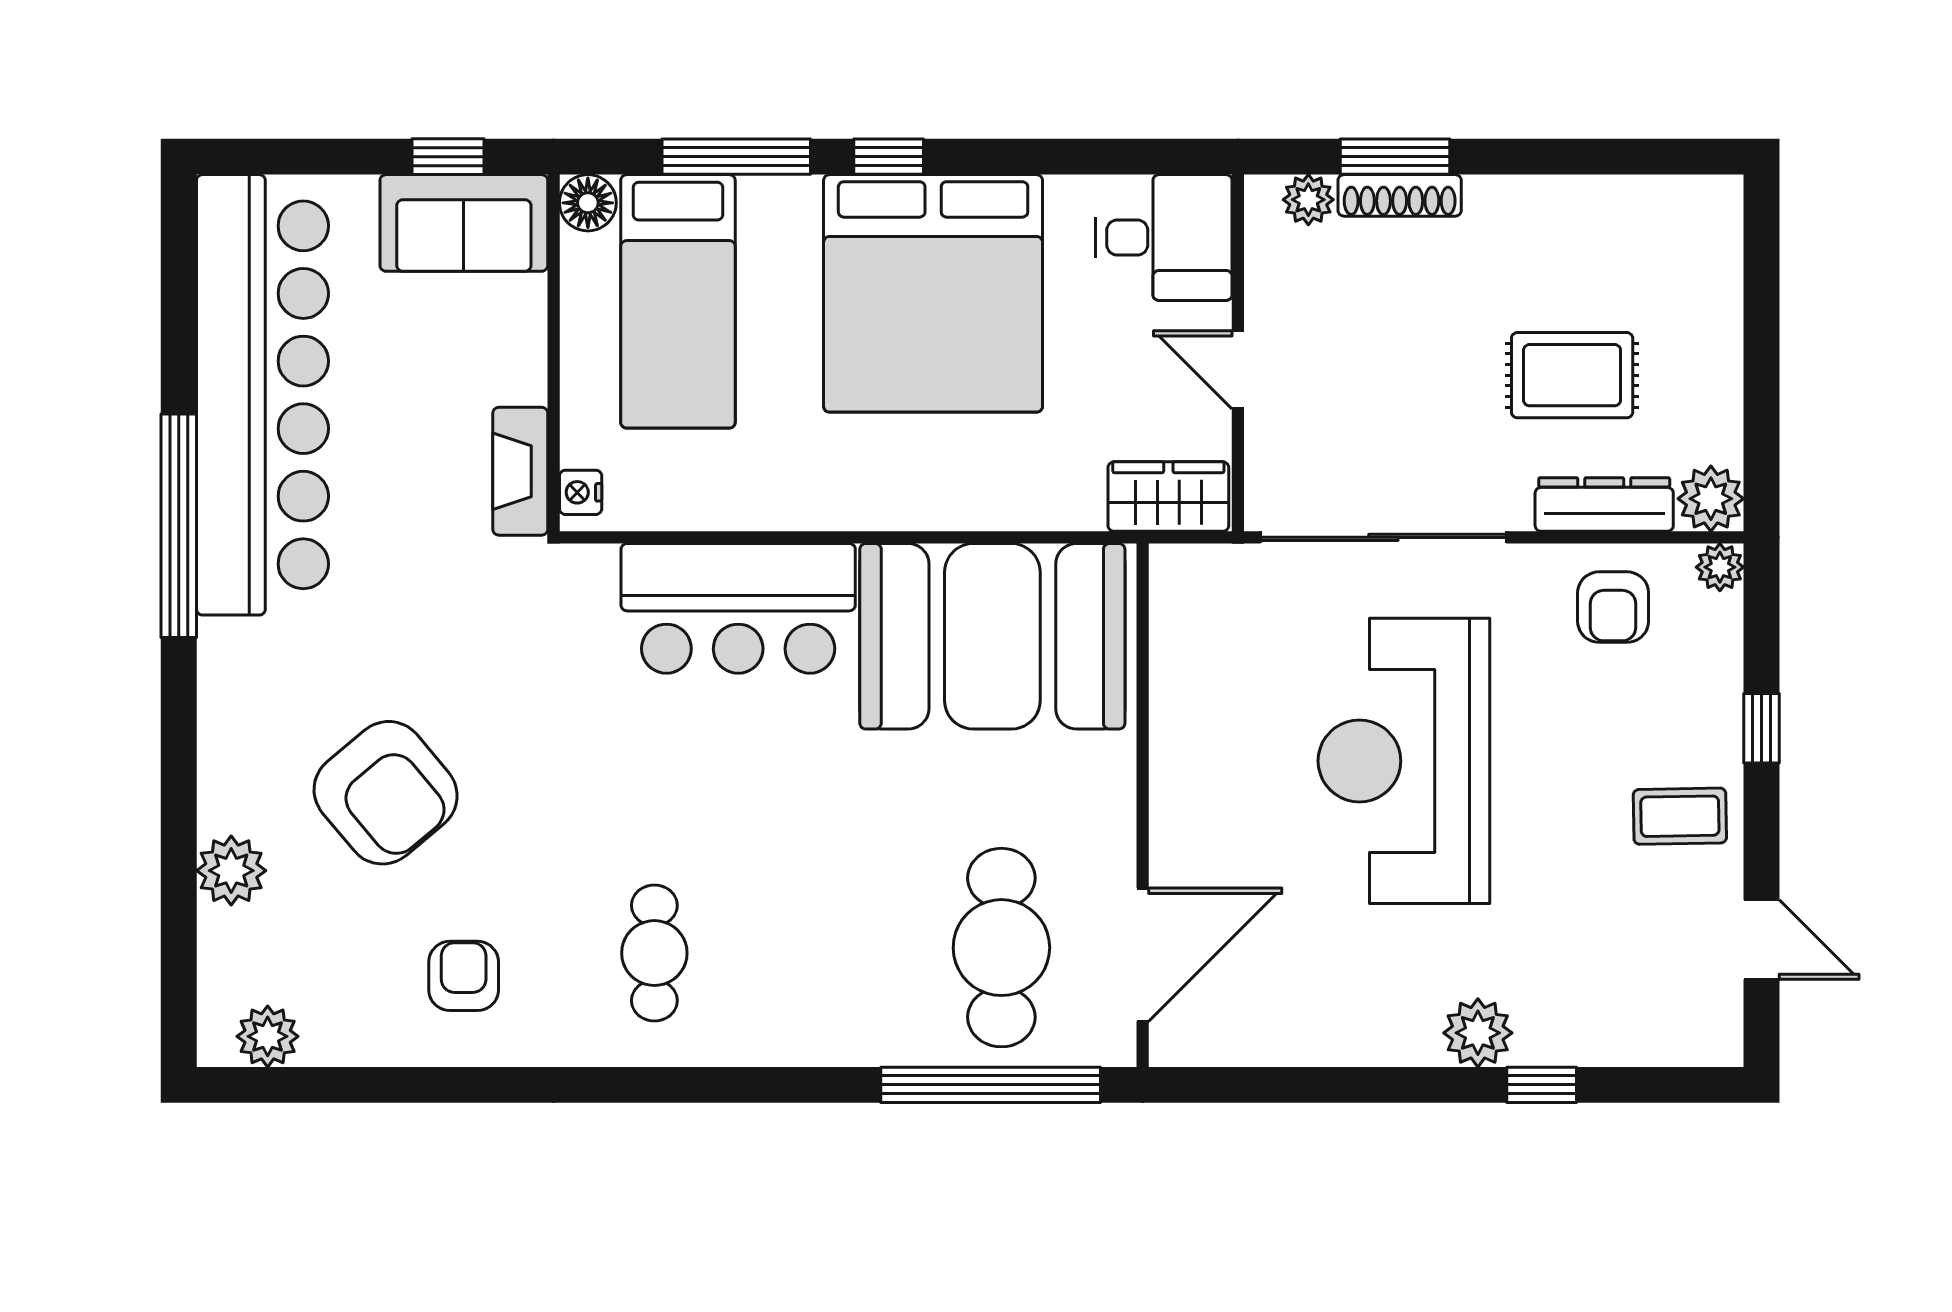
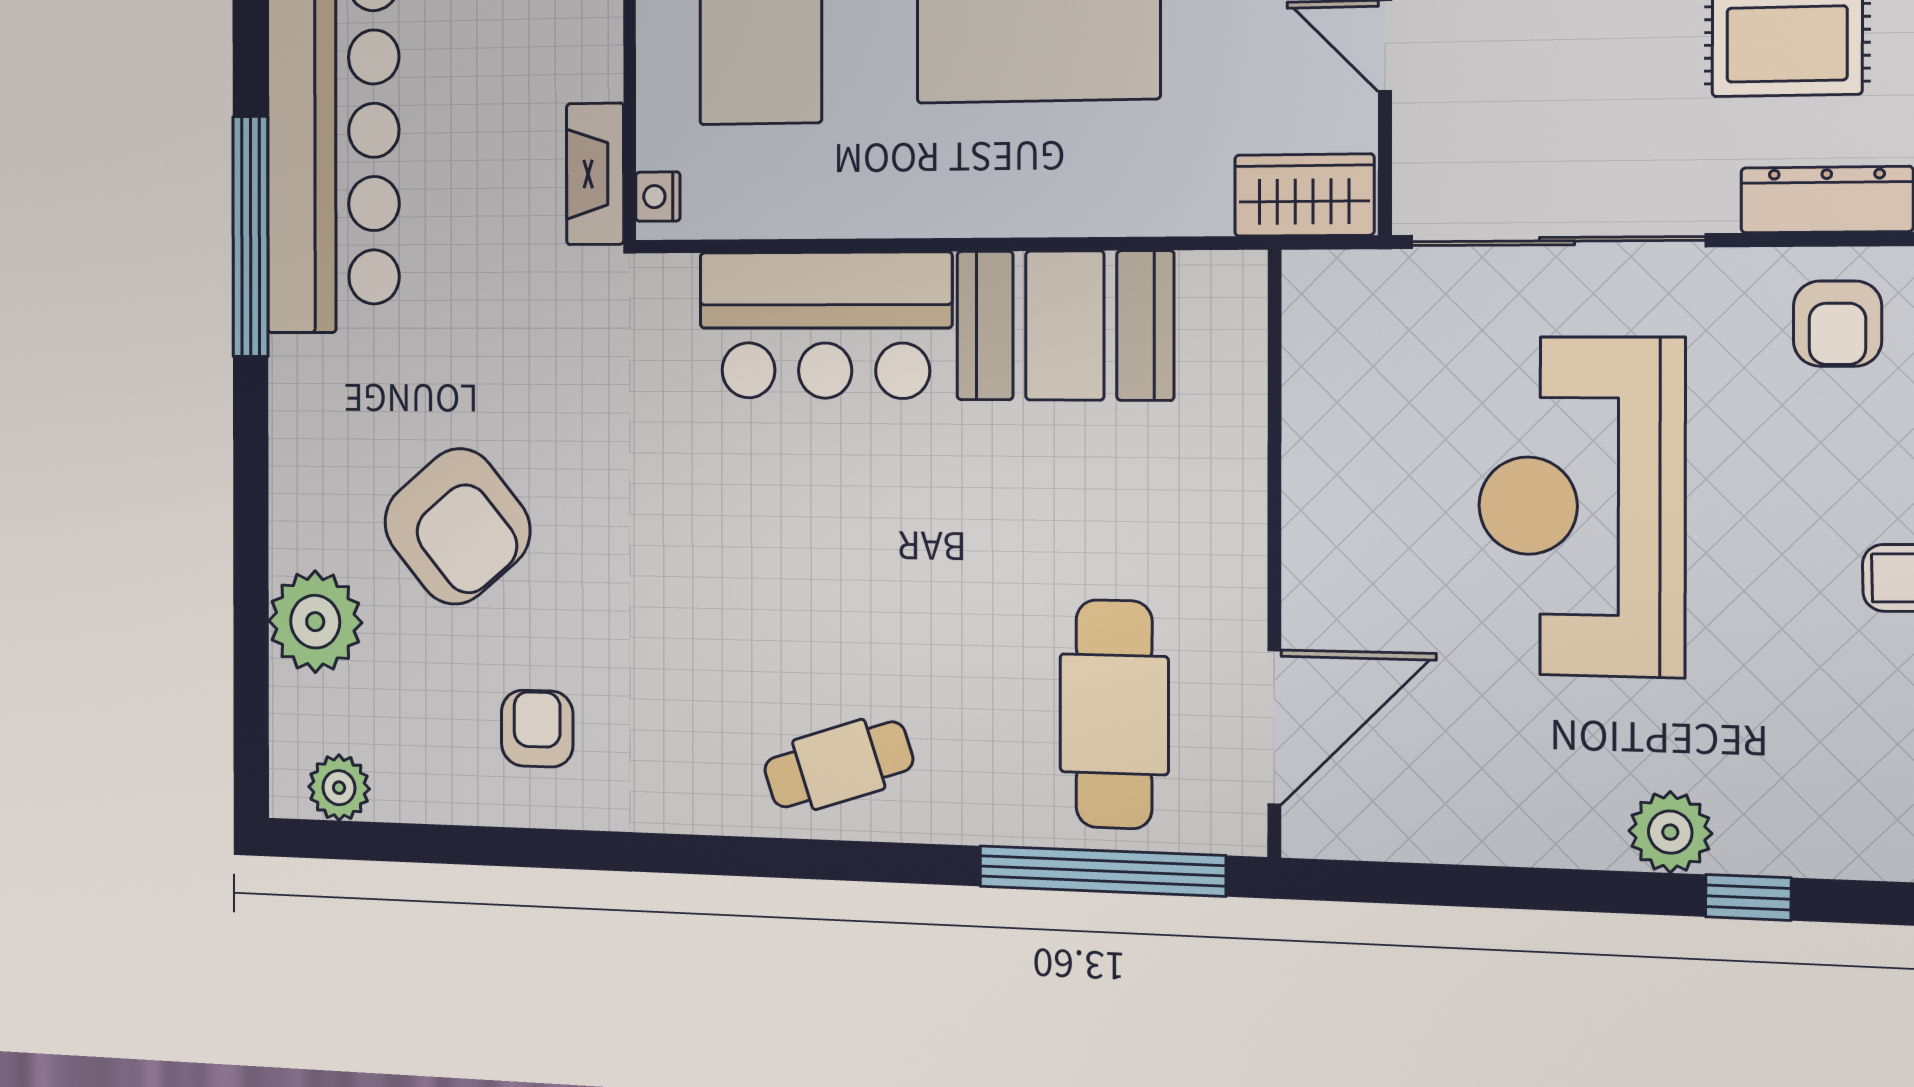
booth: (992, 636) -> (1065, 326), width x0.73, depth x0.70
plant: (231, 871) -> (315, 622), width x1.36, depth x1.36
cafe table: (654, 953) -> (839, 764), moved, turned 72

